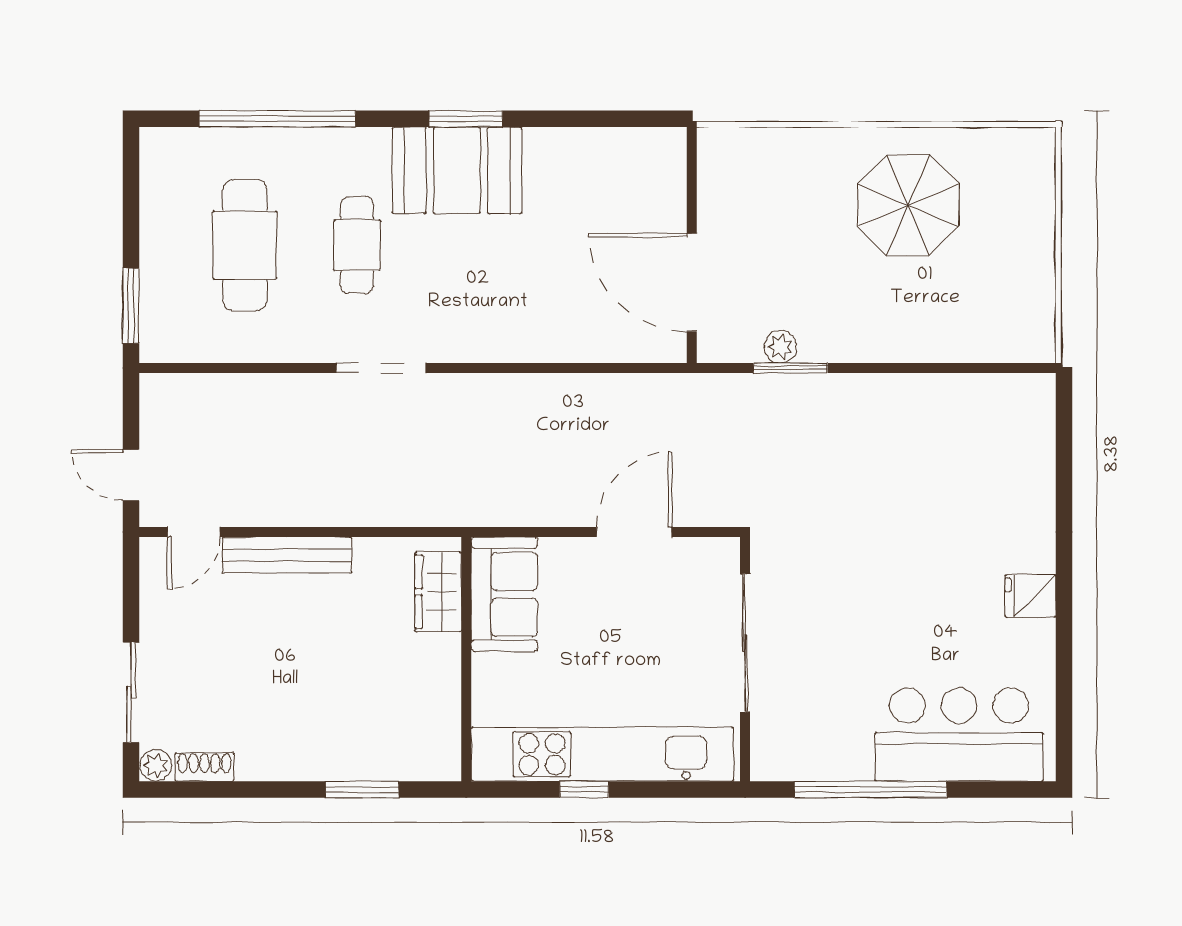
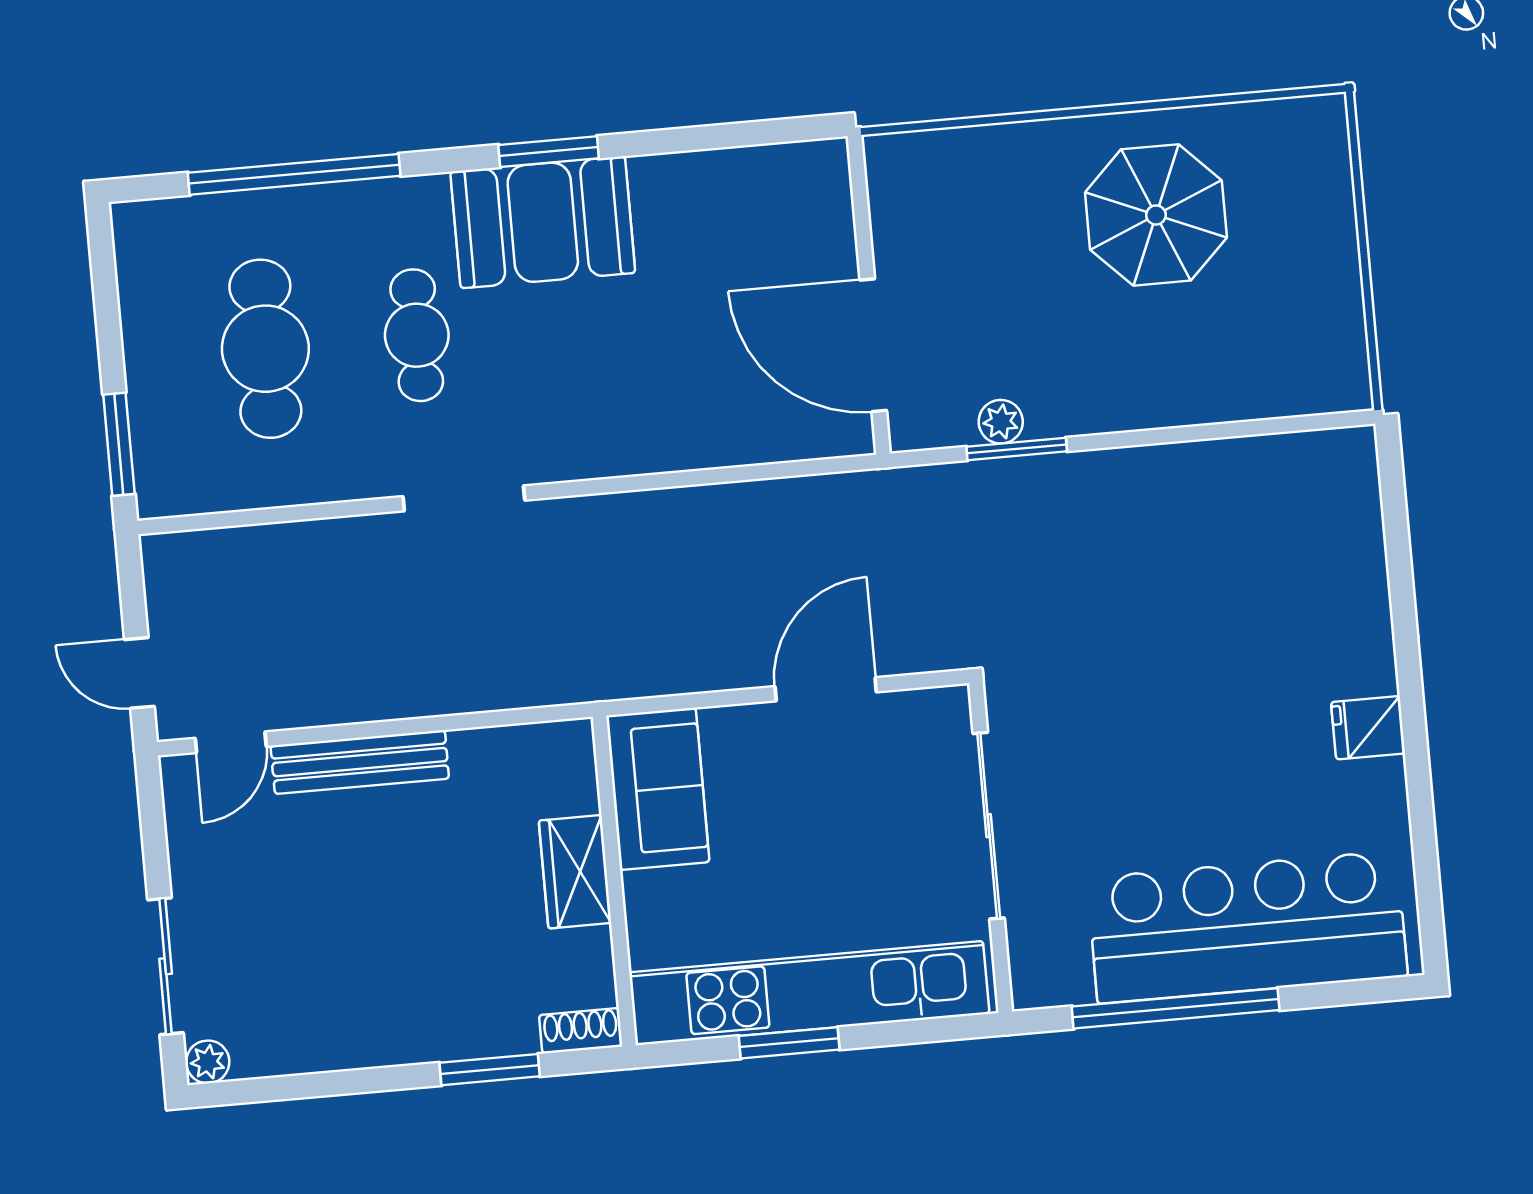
wardrobe: (438, 592) -> (575, 872), moved
bar counter: (959, 734) -> (1247, 927), width x1.36
shoe rack: (204, 767) -> (581, 1031), moved
window: (584, 789) -> (789, 1043), width x1.50

